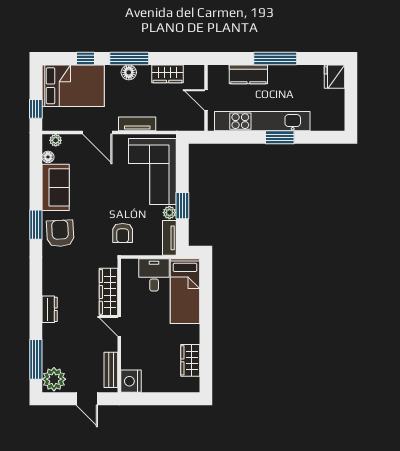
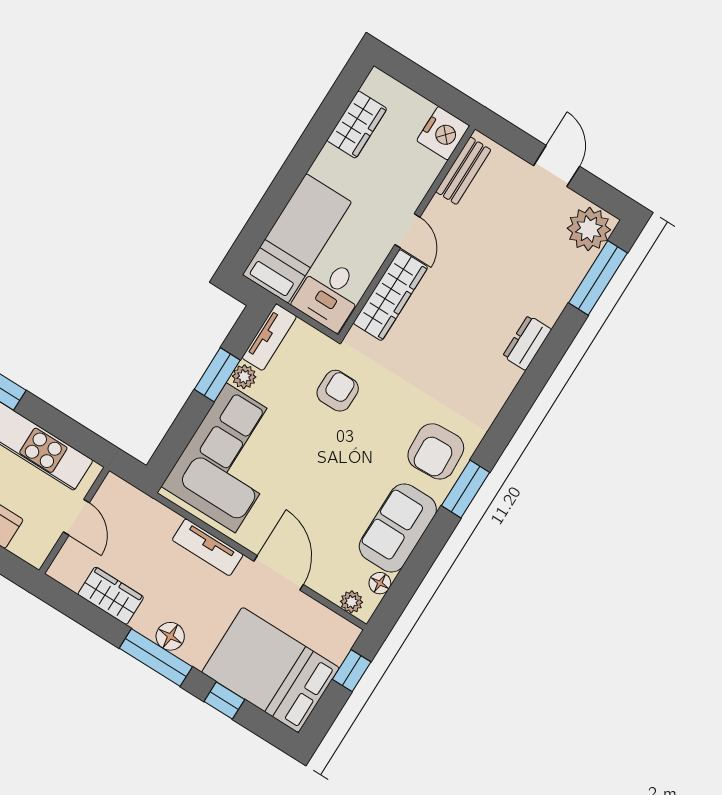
wardrobe: (109, 292) -> (390, 295), moved
door: (119, 326) -> (407, 231), moved
wall: (119, 326) -> (407, 232), moved
bench: (111, 370) -> (463, 171), moved
nightstand: (131, 381) -> (443, 133), moved

